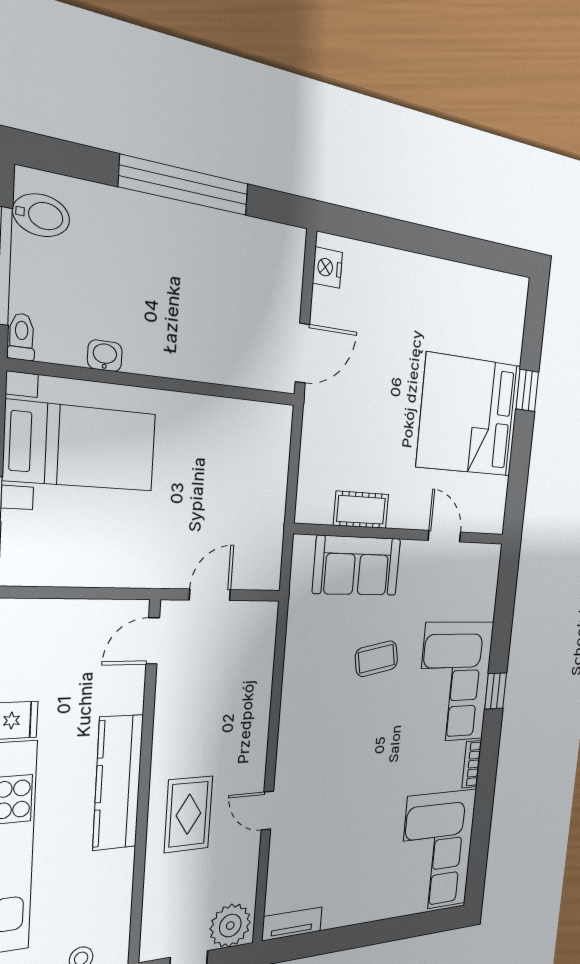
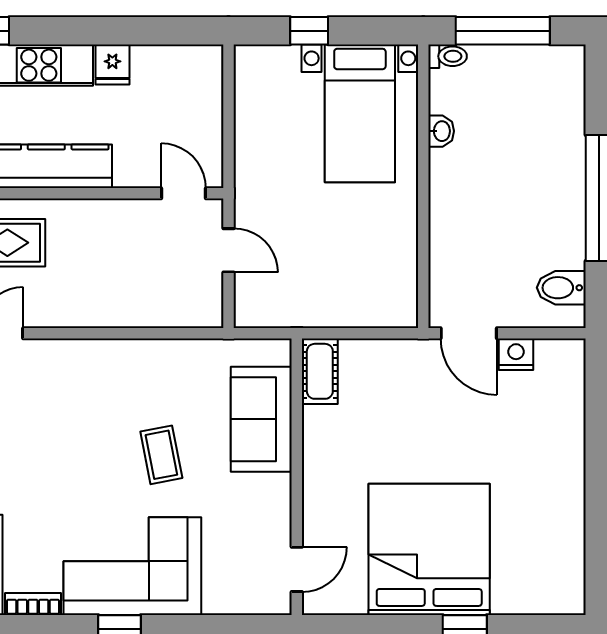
bidet: (41, 215) -> (561, 288), moved, turned 90
nightstand: (327, 268) -> (516, 354), moved
cot: (361, 510) -> (320, 371), moved
door: (444, 536) -> (297, 569), moved

